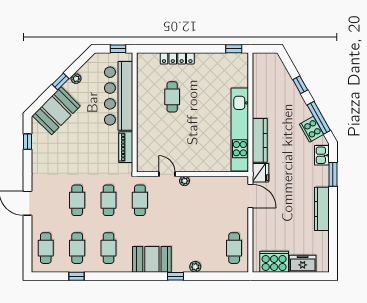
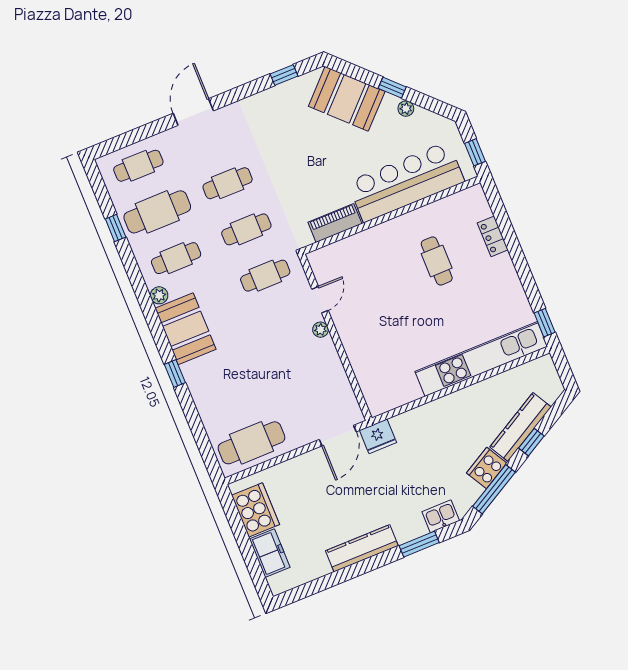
locker: (177, 58) -> (493, 236), width x0.66
cafe table: (172, 97) -> (437, 261), turned 90
cooker: (312, 129) -> (487, 468), moved
kitchen unit: (240, 130) -> (481, 359), moved
kitchen counter: (260, 140) -> (521, 427), moved, turned 151
cafe table: (77, 248) -> (157, 212), width x1.37, depth x1.35
cafe table: (234, 248) -> (251, 443), width x1.37, depth x1.35
plant: (195, 267) -> (159, 295), moved

